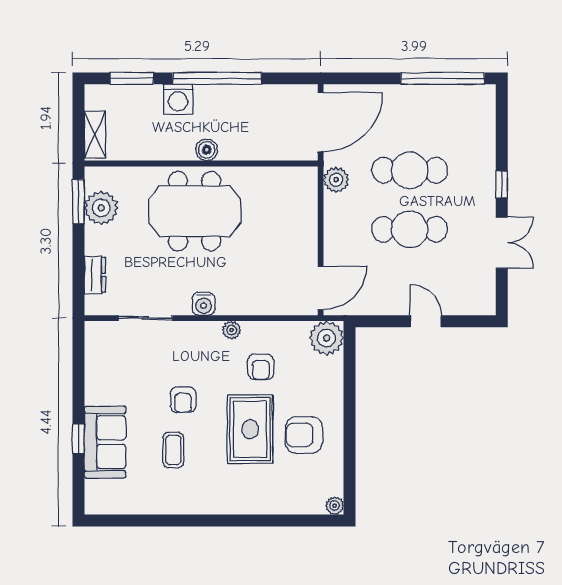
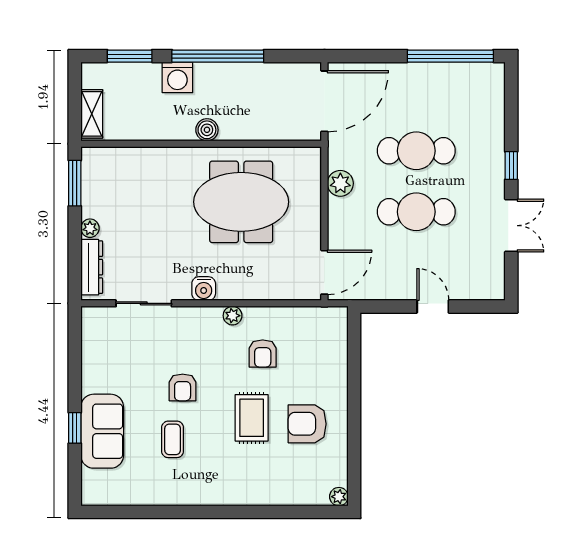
plant: (336, 180) -> (340, 183), moved
plant: (101, 208) -> (90, 228), moved, width x0.53, depth x0.53
meeting table: (195, 211) -> (241, 202), moved
dresser: (95, 275) -> (92, 267), width x1.44
plant: (327, 338) -> (330, 324), removed
rug: (250, 429) -> (252, 418), width x0.73, depth x0.70

